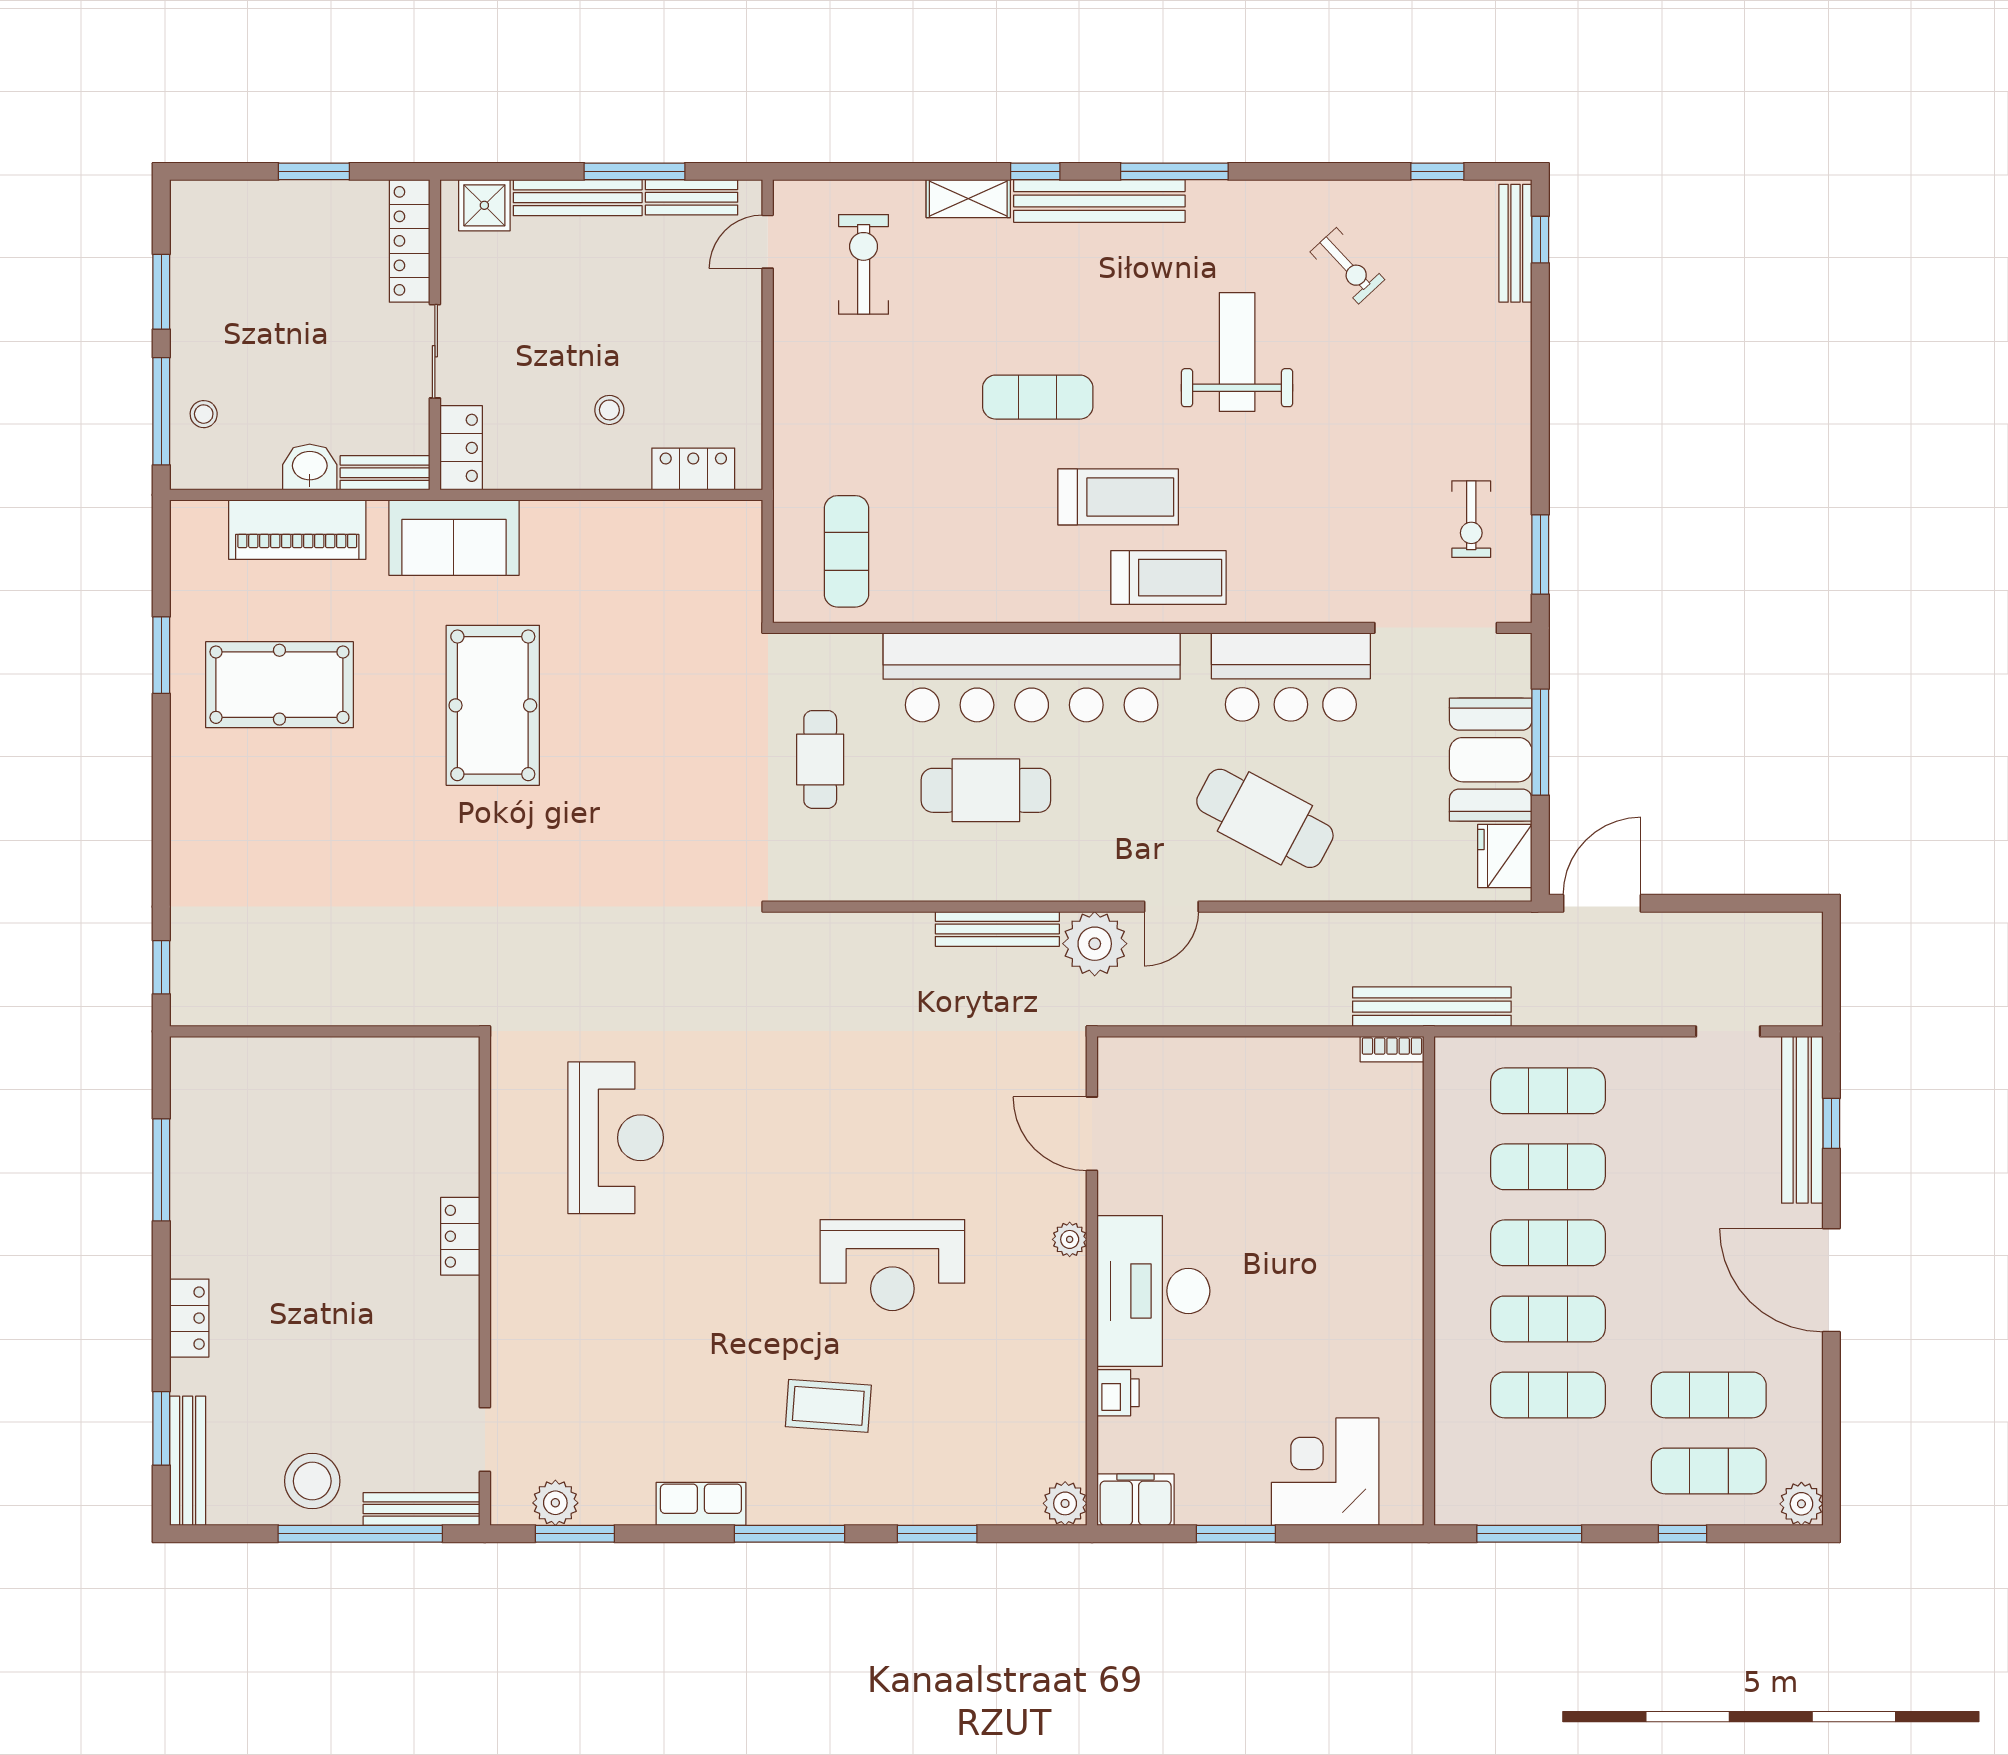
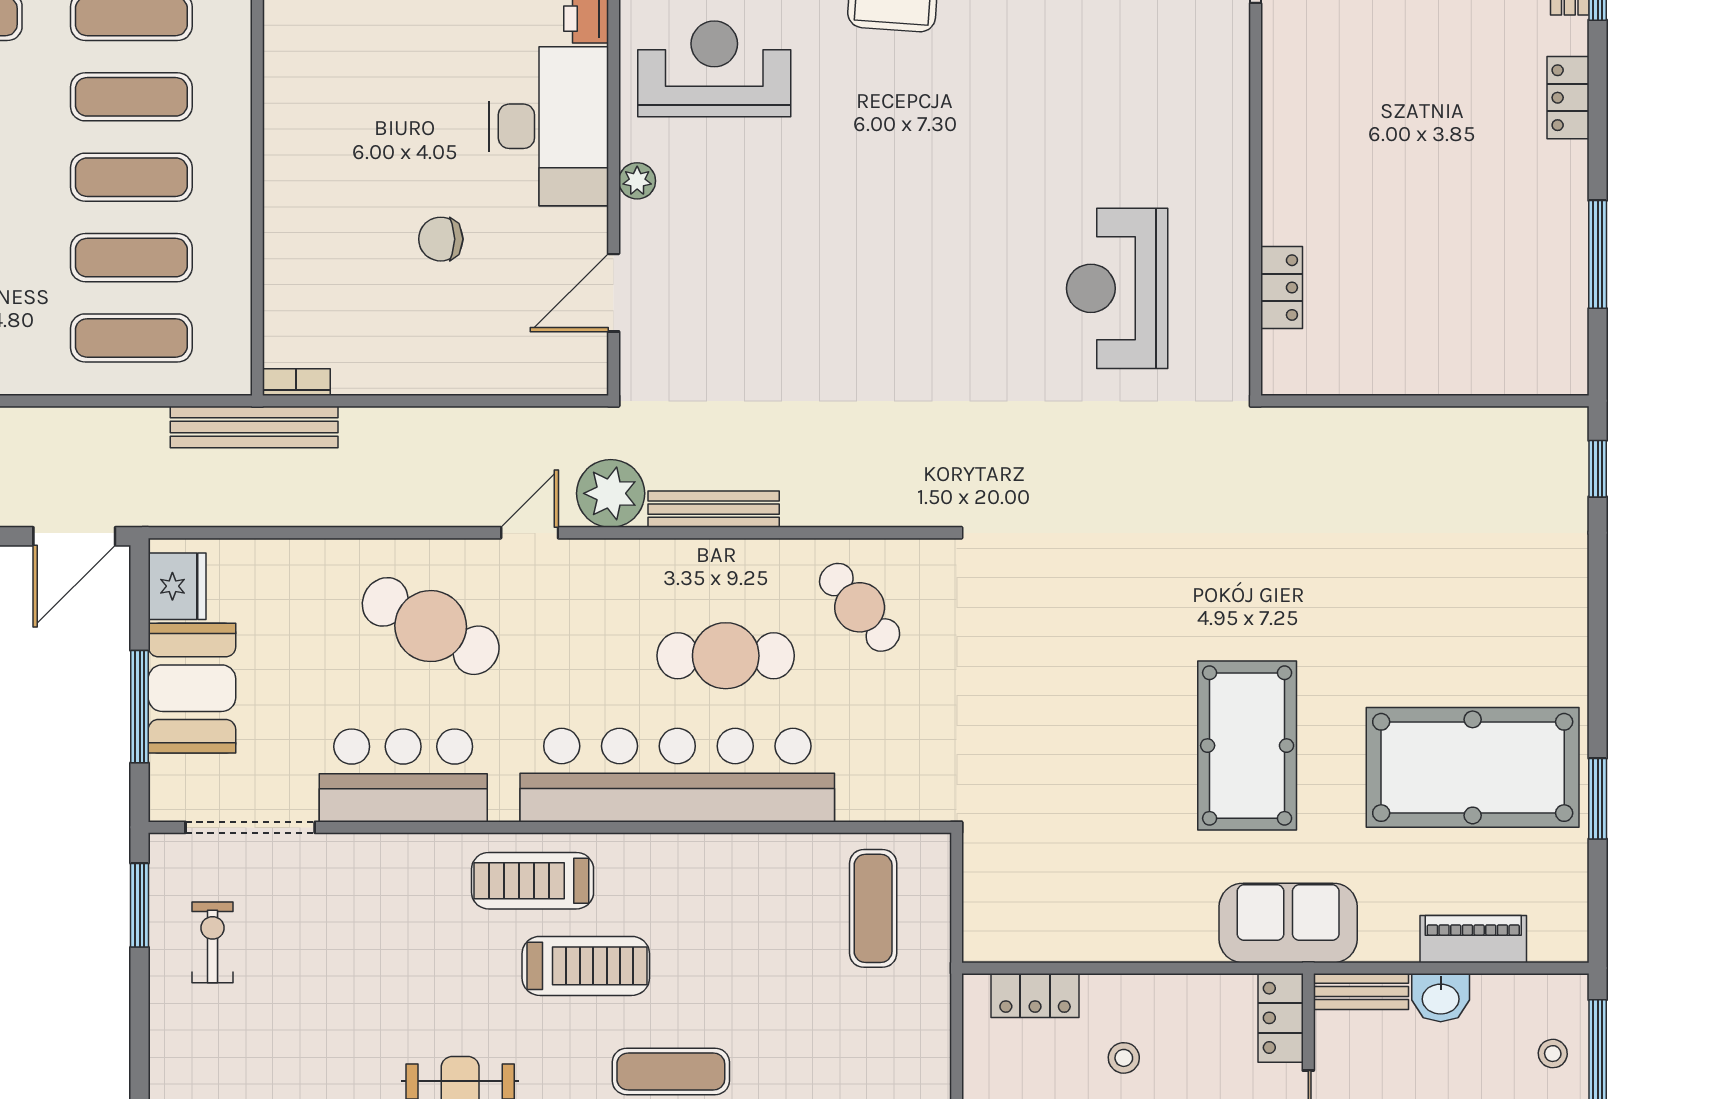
treadmill: (1118, 497) -> (586, 966), turned 180
piano: (297, 530) -> (1473, 939), width x0.73, depth x0.75
pool table: (279, 685) -> (1473, 767), width x1.36, depth x1.32
cafe table: (820, 759) -> (860, 607), moved, turned -40
door: (1092, 1134) -> (614, 293), swing flipped
chair: (1255, 1184) -> (441, 239), added
locker: (460, 1236) -> (1282, 288), moved
reception desk: (892, 1265) -> (714, 69), moved

